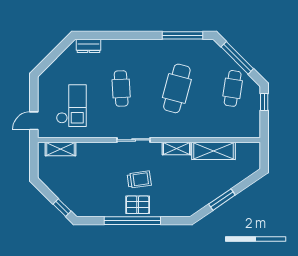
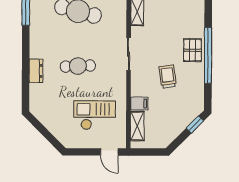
dresser: (88, 46) -> (36, 71), moved
filing cabinet: (83, 151) -> (139, 103), added
trolley: (139, 180) -> (168, 77), moved

